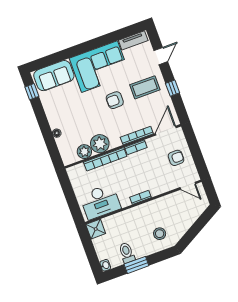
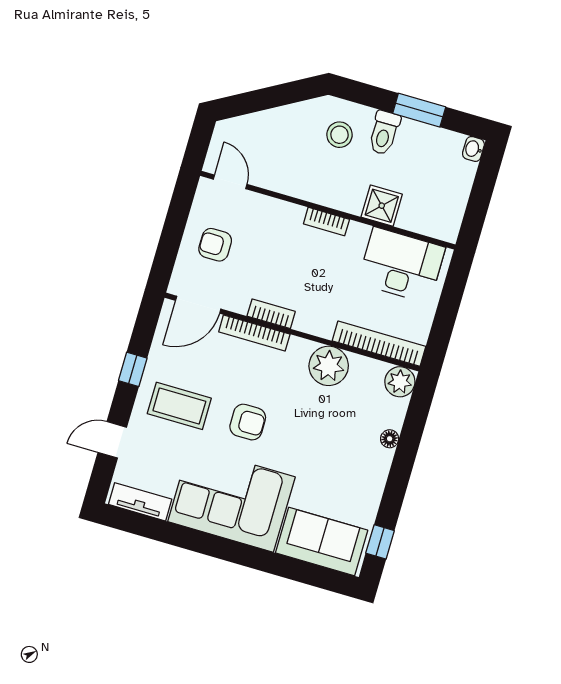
plant: (84, 152) -> (400, 382), moved
bookcase: (105, 159) -> (379, 344), moved
shower: (96, 229) -> (382, 206), moved
toilet: (127, 253) -> (384, 133), moved

